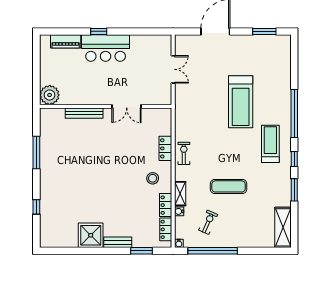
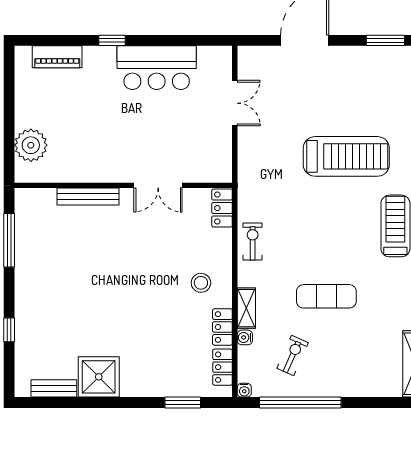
bar counter: (106, 48) -> (157, 68), moved
treadmill: (241, 102) -> (346, 156), turned -90
wall: (106, 106) -> (123, 185), moved
double door: (127, 106) -> (158, 185), moved
bench: (84, 113) -> (88, 197), moved
locker: (165, 148) -> (222, 208), moved
bench: (118, 242) -> (54, 388), moved

